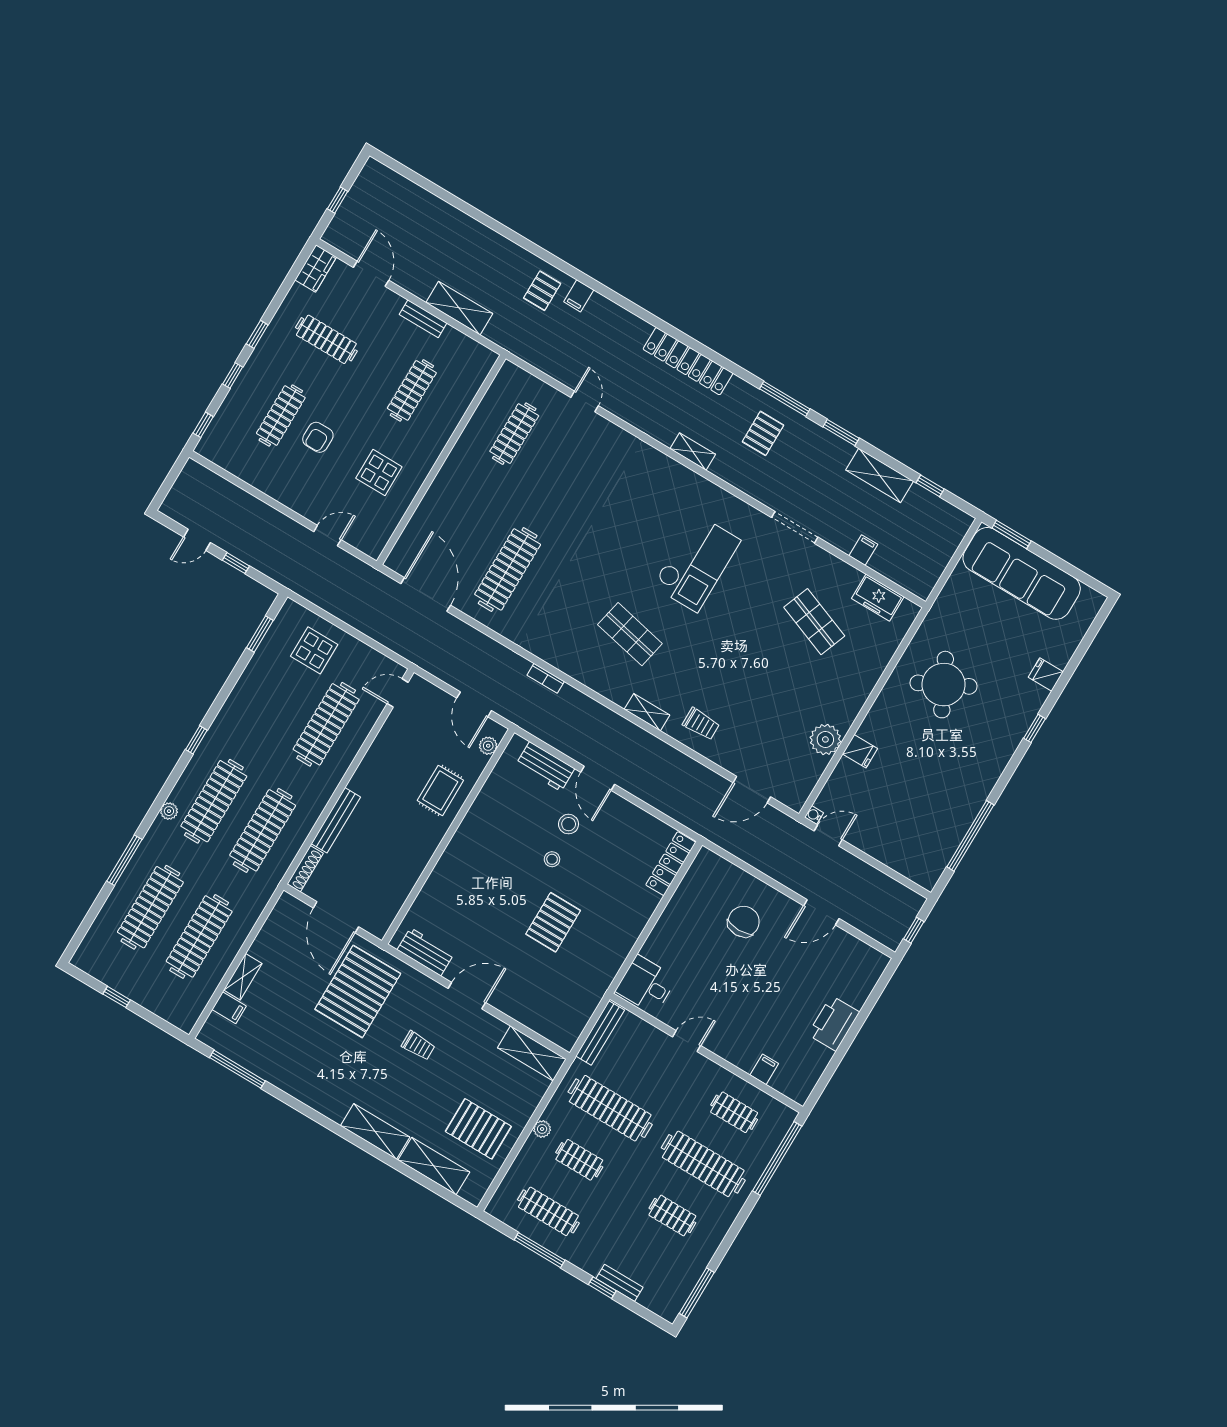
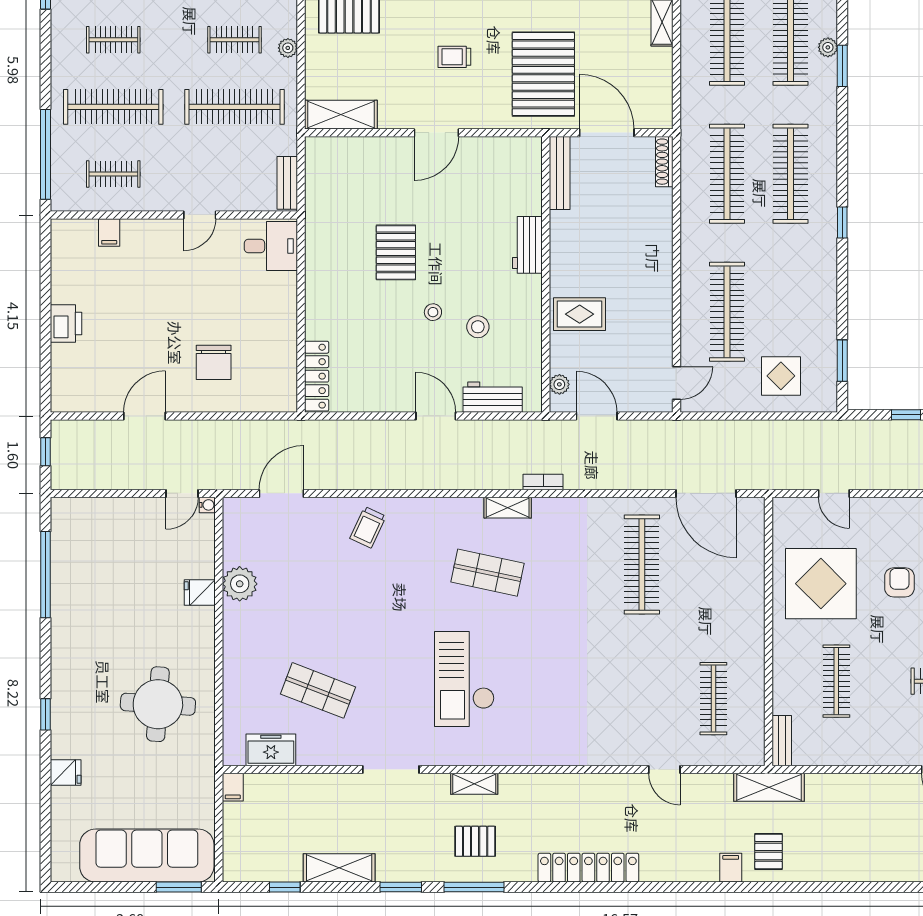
shelving: (459, 308) -> (769, 787), moved
bench: (423, 319) -> (782, 741), moved, turned 90
pallet: (763, 433) -> (475, 841), turned 90
shelving: (693, 451) -> (474, 784), moved
display table: (379, 473) -> (821, 584), width x1.86, depth x1.86
door: (327, 536) -> (834, 493), hinge flipped
filing cabinet: (863, 550) -> (233, 787), moved
round table: (944, 685) -> (158, 704), turned 31
shelving: (647, 712) -> (508, 508), moved
trolley: (701, 724) -> (368, 527), turned -65
rug: (440, 790) -> (580, 314), turned 90
plant: (169, 811) -> (828, 47), moved
bench: (336, 820) -> (560, 173), moved
stool: (569, 824) -> (478, 327), moved
window: (124, 860) -> (842, 66), width x0.69
workbench: (426, 952) -> (527, 245), moved, turned 90
printer: (834, 1023) -> (66, 323), width x0.73, depth x0.84
bench: (600, 1033) -> (287, 183), width x0.73

